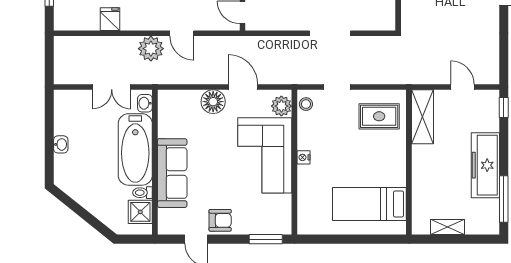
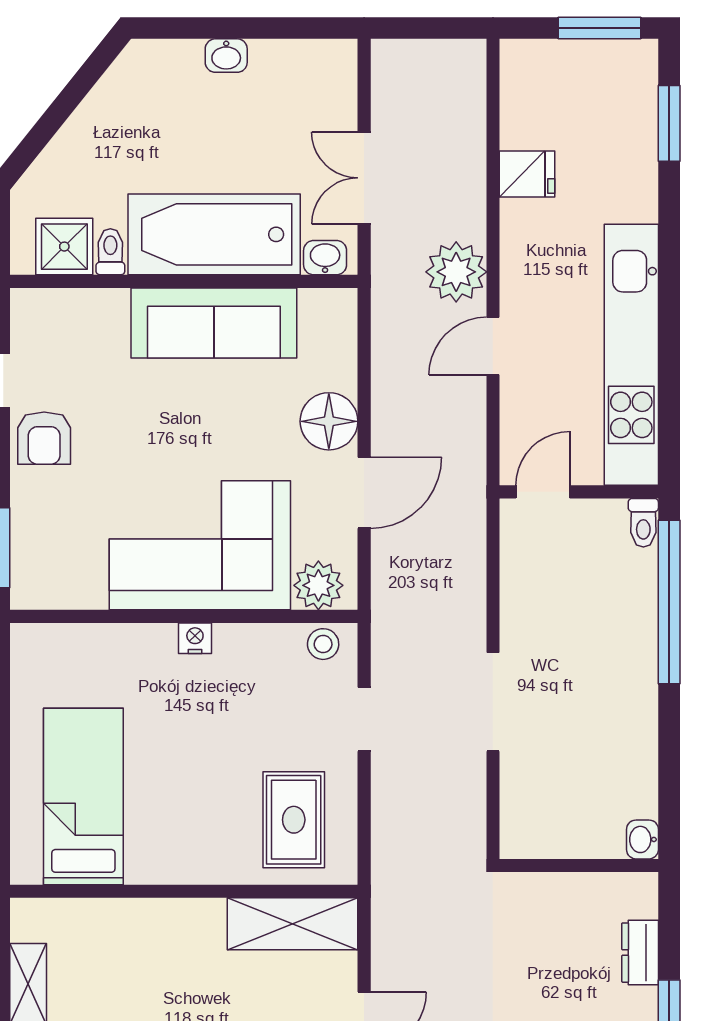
sofa: (172, 173) -> (214, 323), moved

